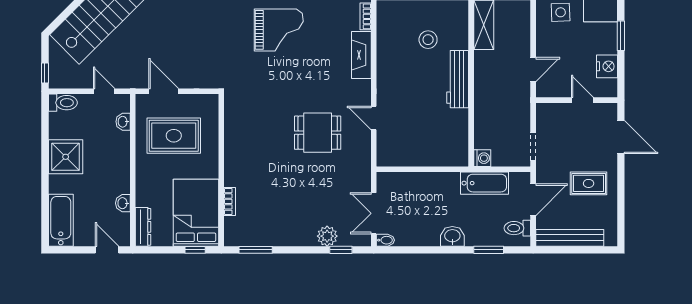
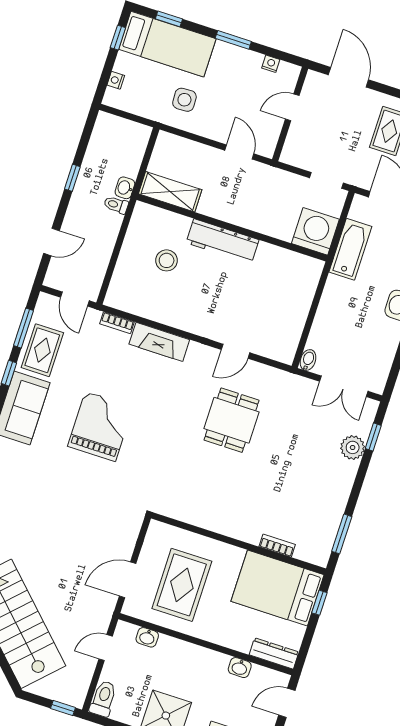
nightstand: (607, 66) -> (271, 64), width x0.53, depth x0.56
door: (621, 137) -> (348, 77), hinge flipped
washing machine: (482, 158) -> (315, 231), width x1.89, depth x1.89
bidet: (385, 240) -> (308, 360), moved

